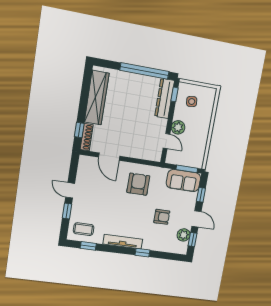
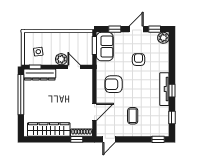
door: (166, 141) -> (74, 67), hinge flipped
door: (70, 190) -> (109, 139), moved
window: (67, 211) -> (158, 139), moved
coffee table: (84, 229) -> (133, 116), moved
plant: (184, 235) -> (163, 38), moved
window: (142, 253) -> (172, 91), moved

